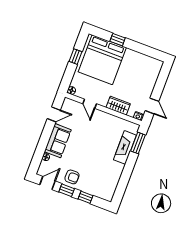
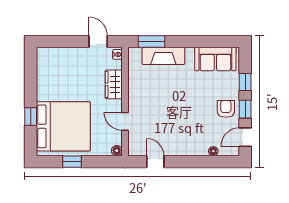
door: (90, 104) -> (125, 121), swing flipped
door: (152, 106) -> (98, 41), hinge flipped
sofa: (58, 141) -> (215, 59), moved, turned 180
door: (47, 183) -> (245, 137), hinge flipped

